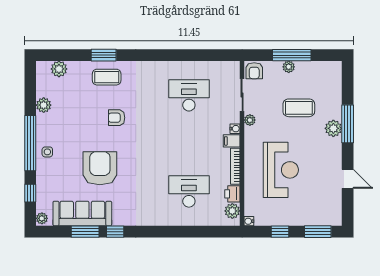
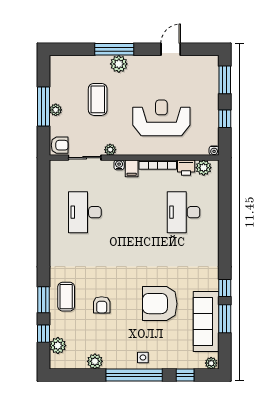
window: (71, 55) -> (44, 334), added
armchair: (117, 118) -> (102, 305), moved

